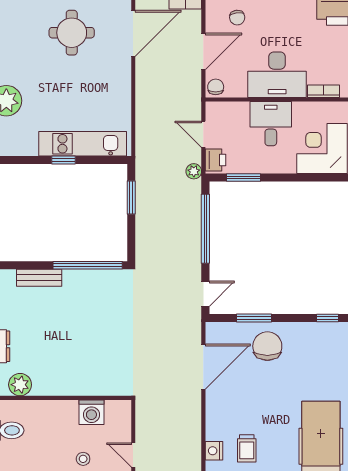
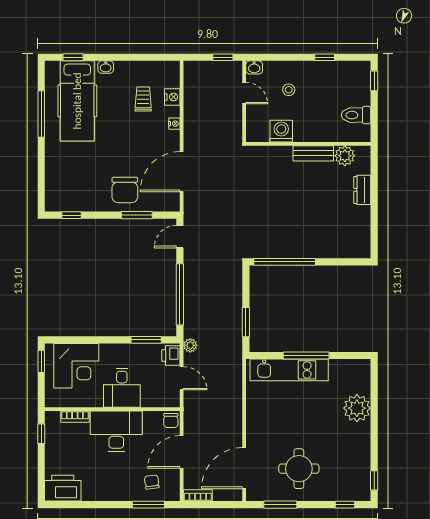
window: (64, 160) -> (306, 355), width x2.17
bench: (39, 278) -> (313, 153), moved
nightstand: (212, 421) -> (174, 124), added

